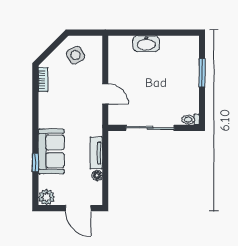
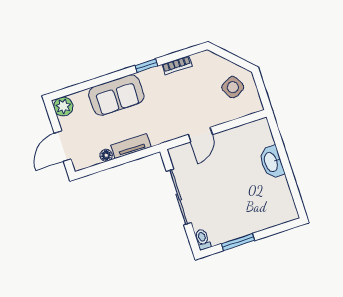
window: (202, 73) -> (238, 242), moved
bookcase: (43, 79) -> (177, 65), moved
window: (35, 162) -> (146, 66), moved

